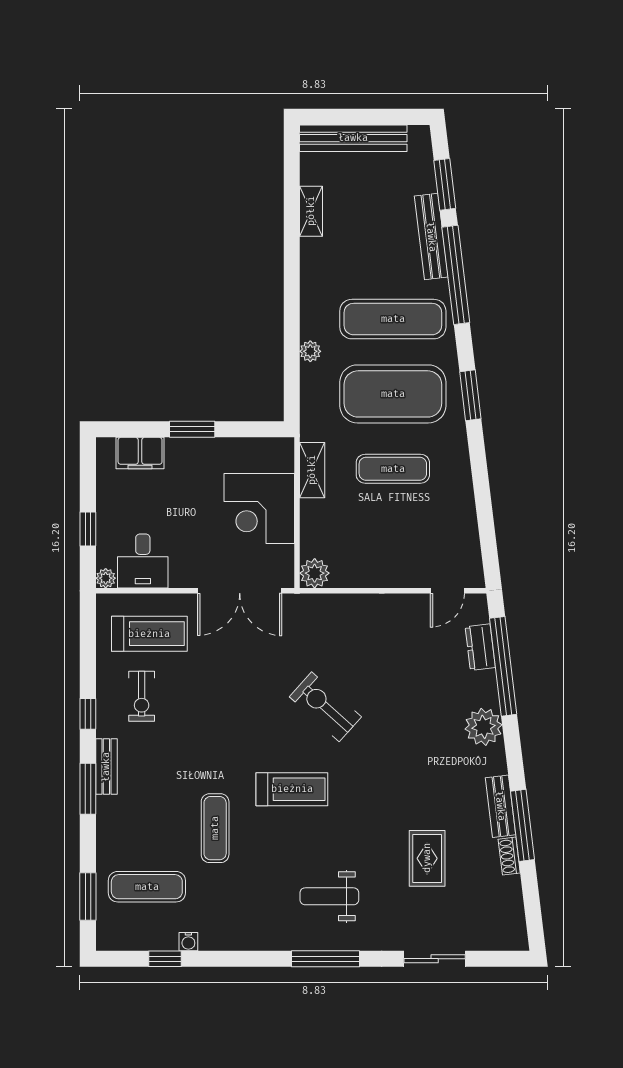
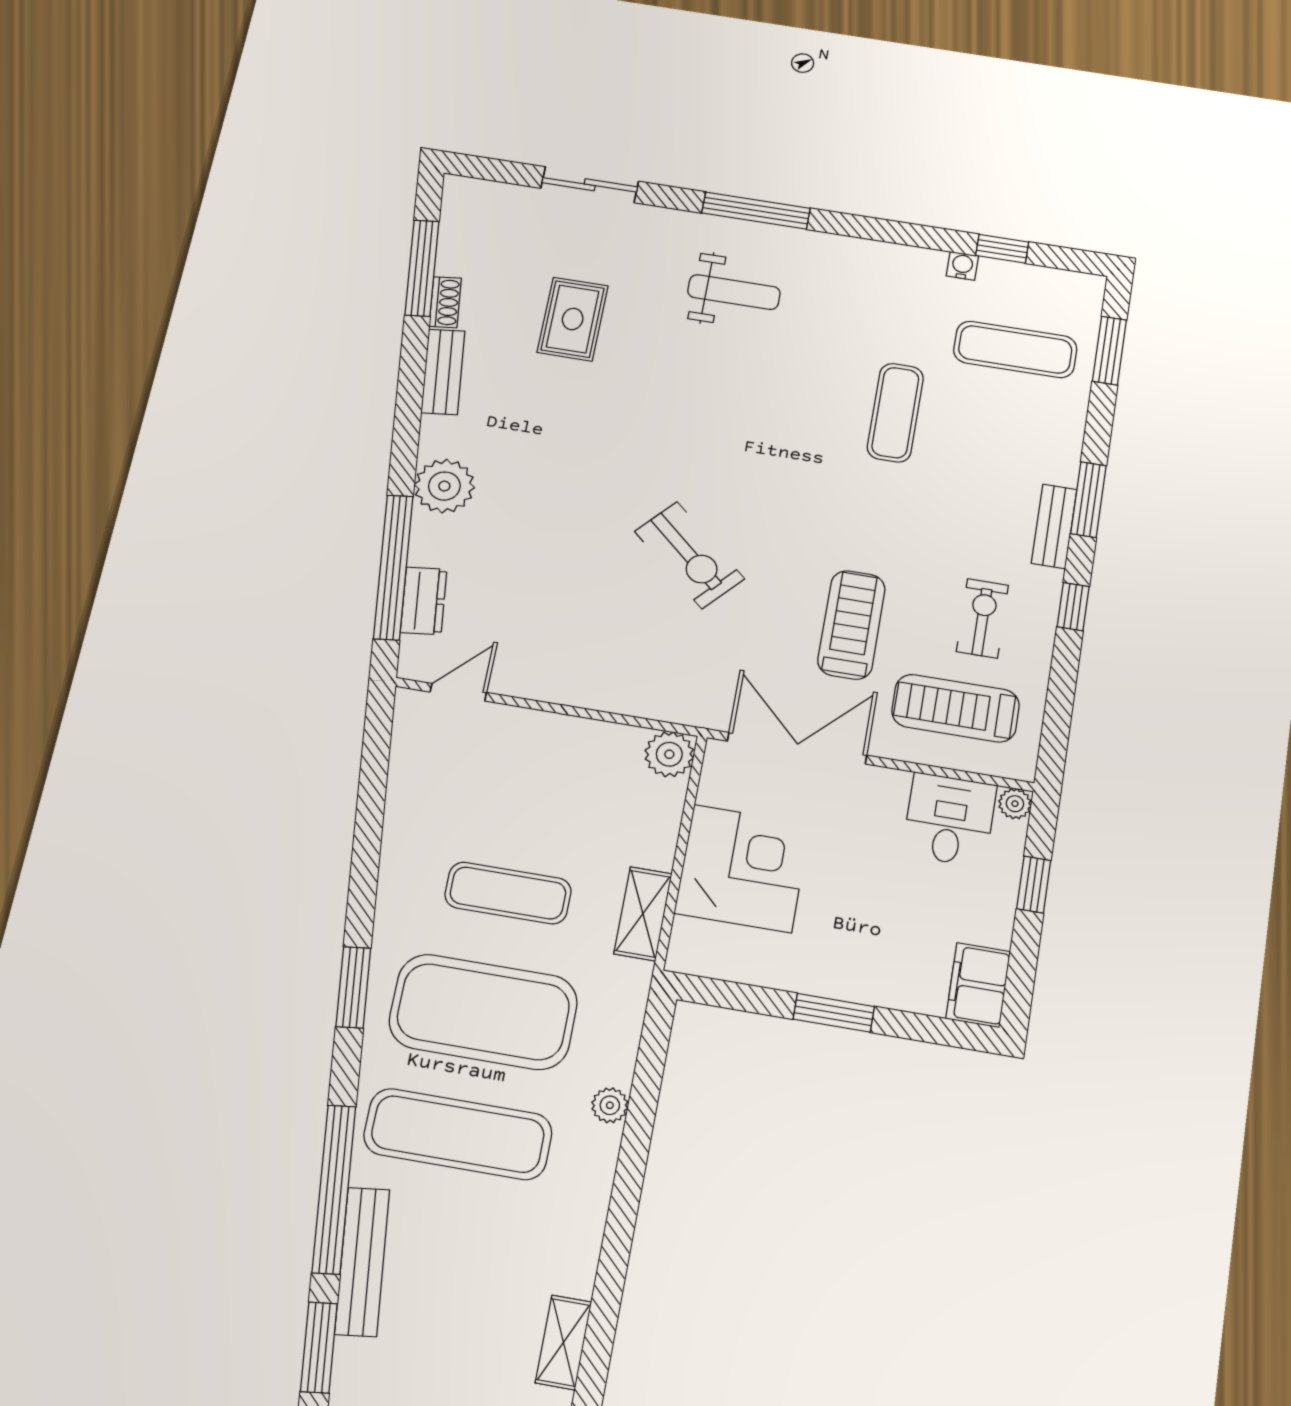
filing cabinet: (140, 453) -> (978, 985), moved, turned -90
treadmill: (292, 789) -> (851, 625), moved, turned 90
window: (522, 825) -> (422, 268), moved

